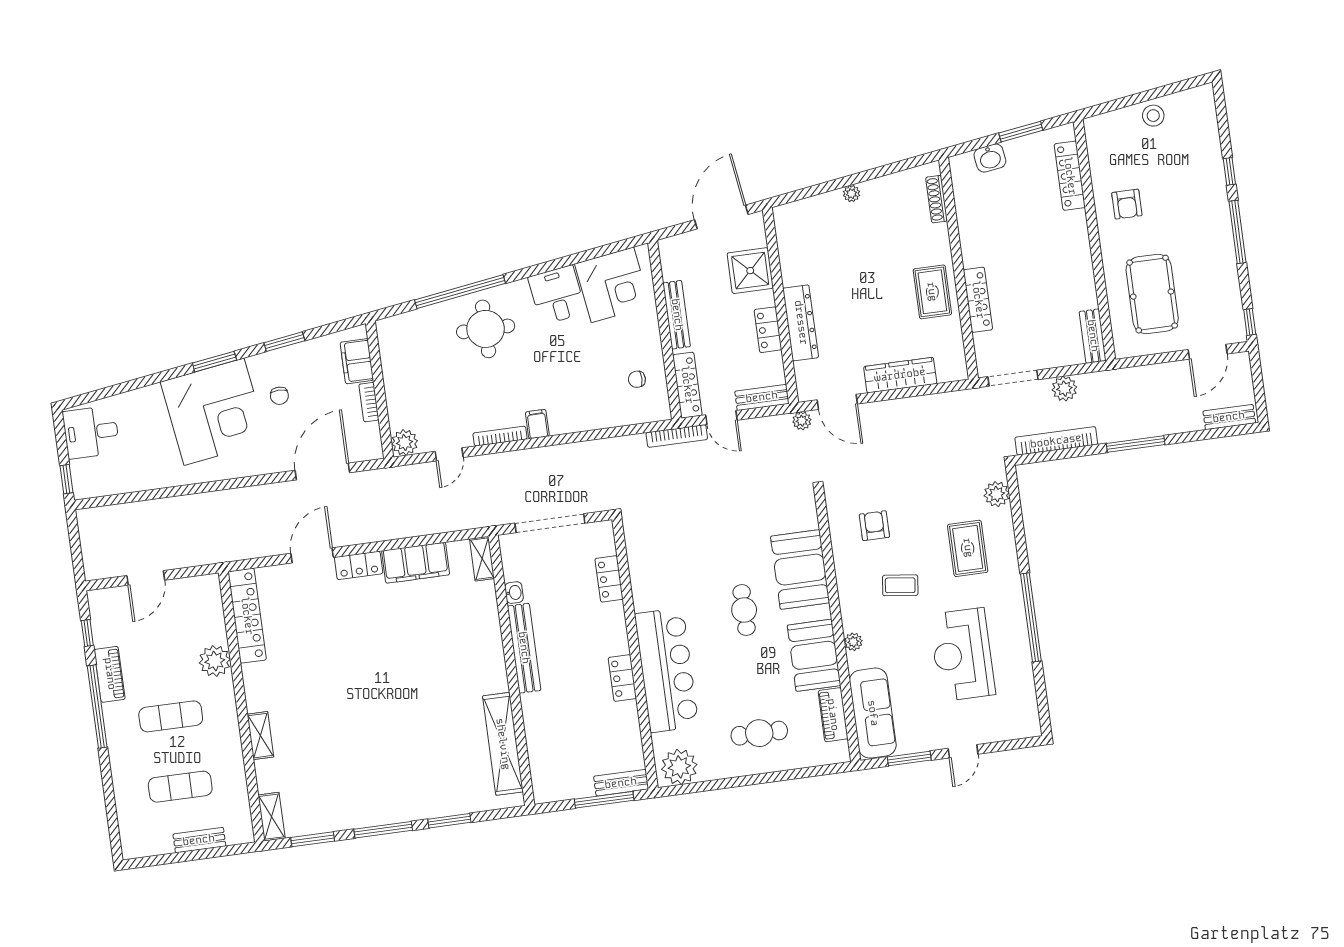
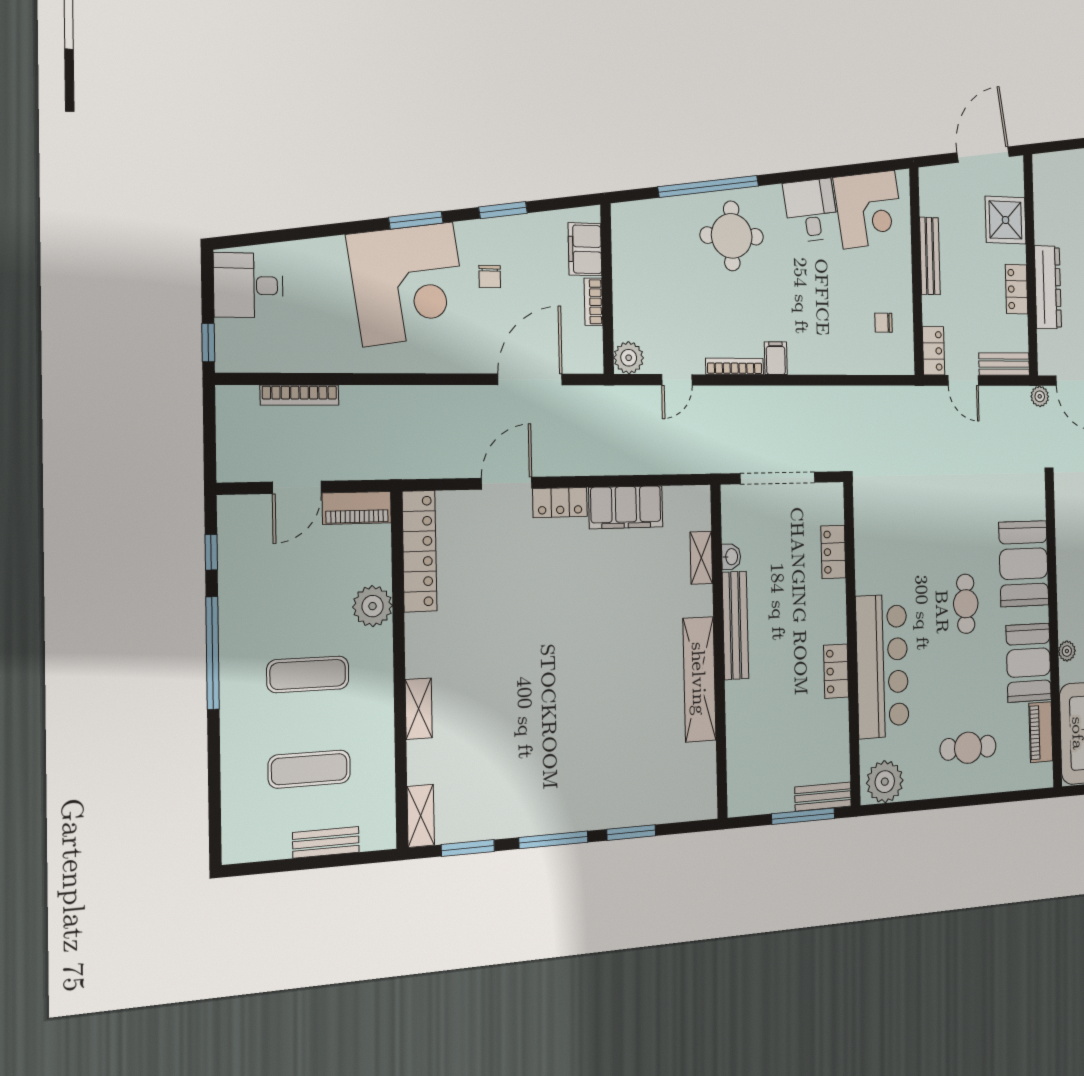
locker: (687, 385) -> (933, 351), width x0.66
bookcase: (677, 436) -> (300, 395), moved
shelving: (482, 559) -> (701, 558), moved
piano: (110, 674) -> (357, 508), moved, turned 90
shelving: (503, 744) -> (699, 679), moved

